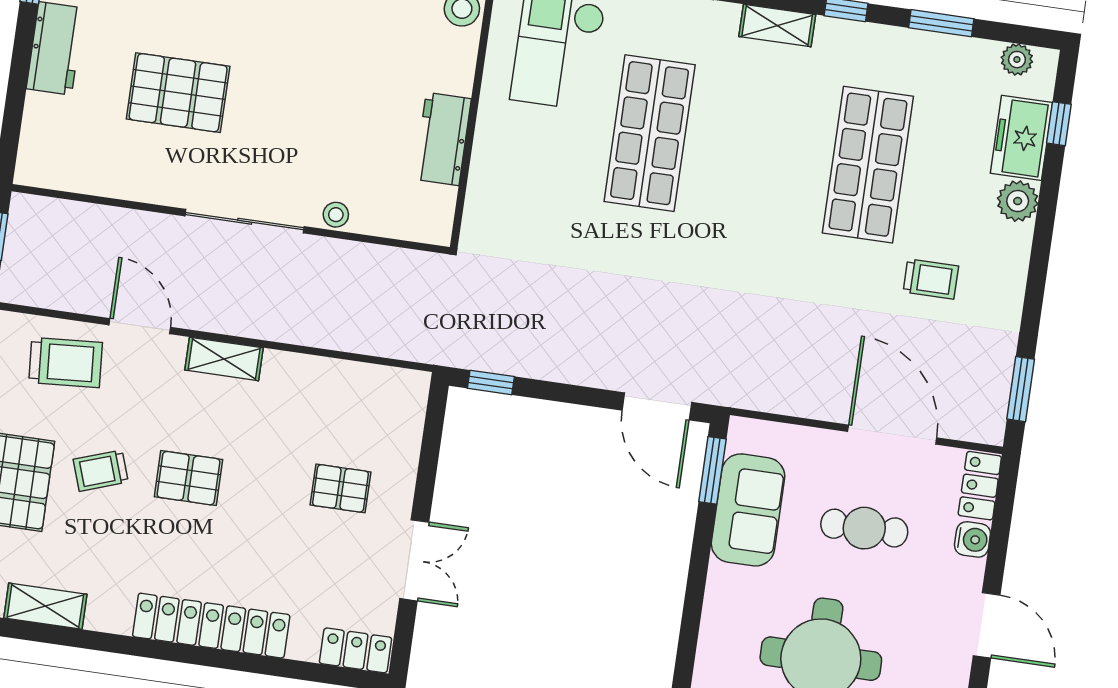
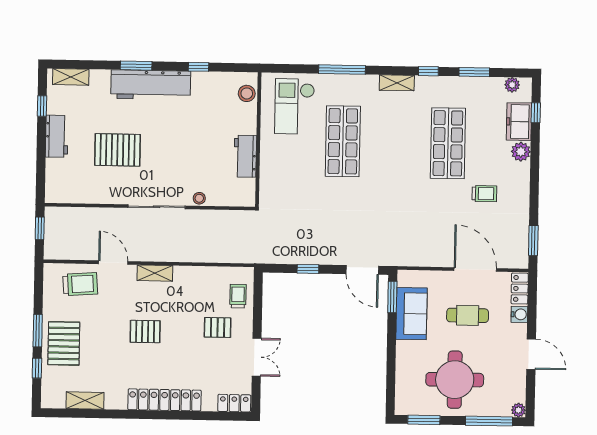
window: (491, 382) -> (308, 269), moved
trolley: (101, 471) -> (238, 296), moved, turned 109

